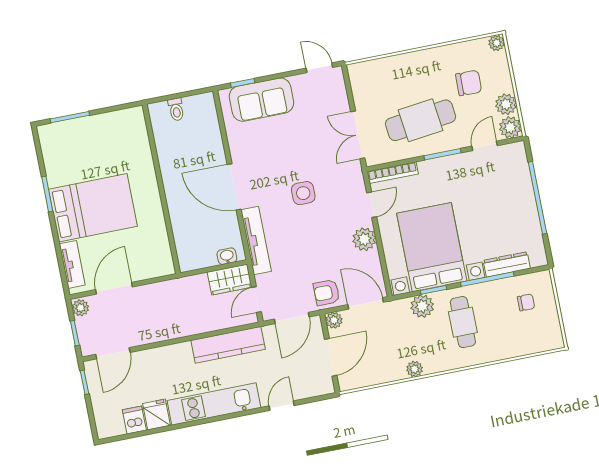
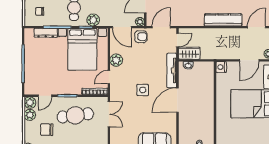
door: (234, 187) -> (177, 100), swing flipped
nightstand: (164, 265) -> (221, 67), added
kitchen counter: (228, 345) -> (223, 20), moved

